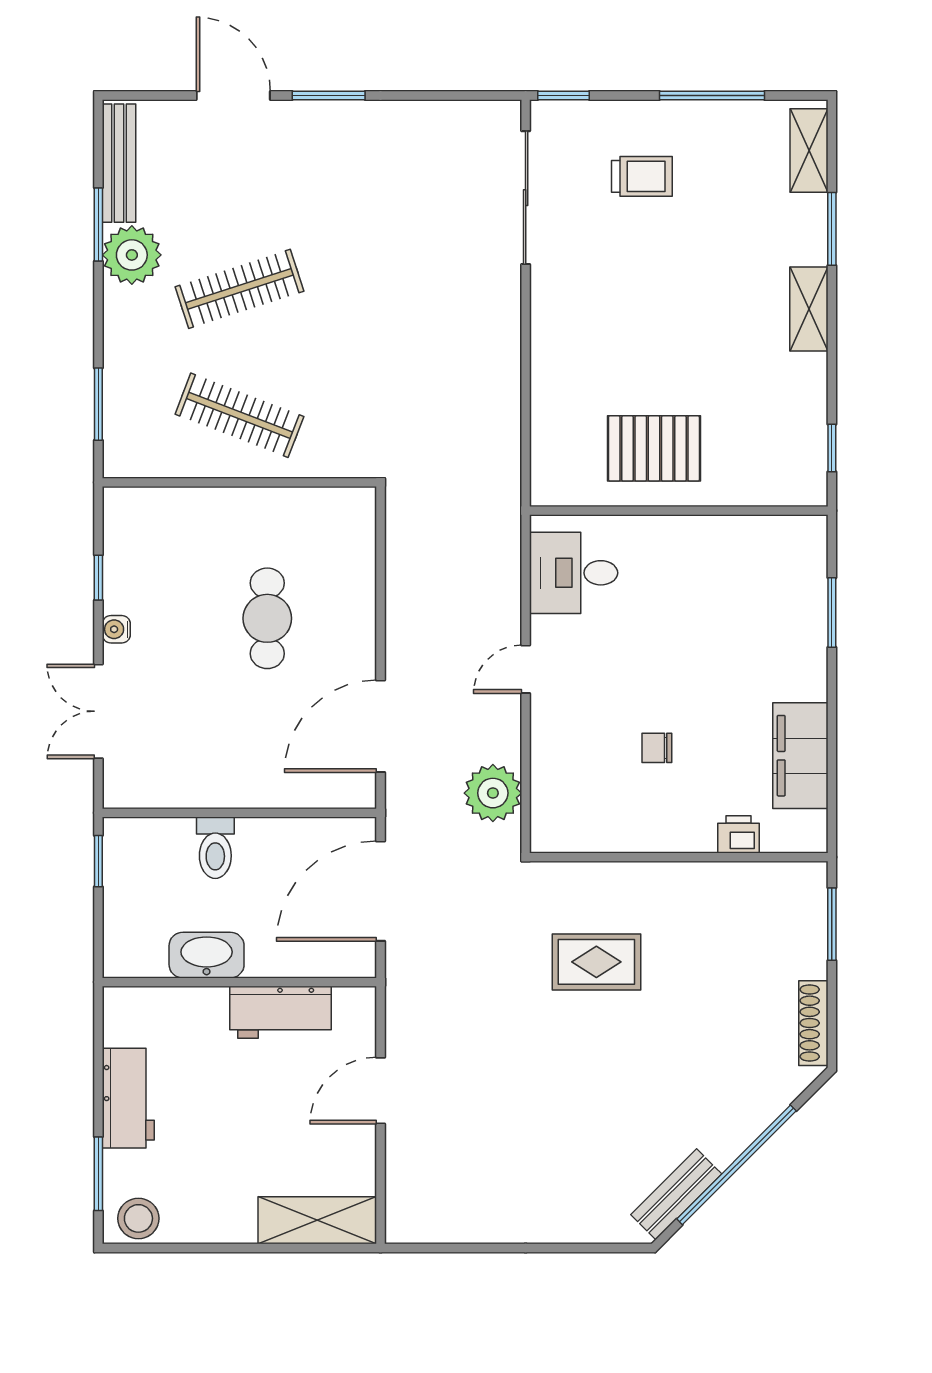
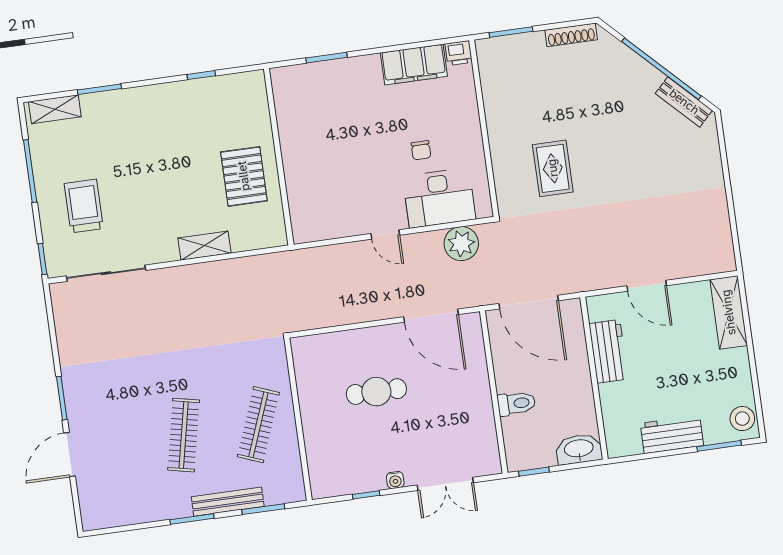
bench: (119, 163) -> (228, 502), moved
trolley: (642, 176) -> (84, 206), width x1.36, depth x1.39
window: (98, 224) -> (192, 519), moved
plant: (132, 255) -> (172, 502), removed
clothes rail: (239, 289) -> (184, 435), turned 30
shelving: (809, 309) -> (205, 246), moved
window: (832, 448) -> (201, 75), moved
desk: (574, 573) -> (439, 198), moved, width x1.37
printer: (739, 834) -> (459, 53), moved, turned -90
washbasin: (207, 955) -> (579, 449), moved, turned 90

